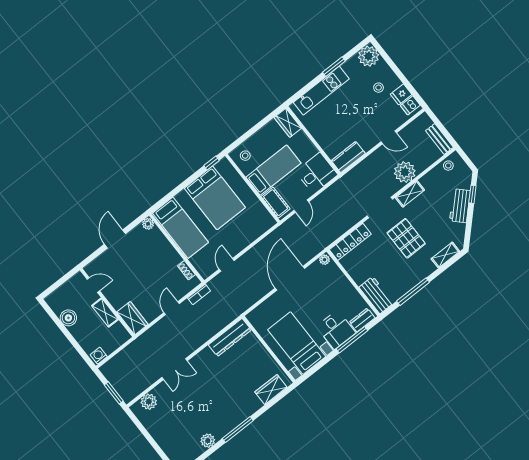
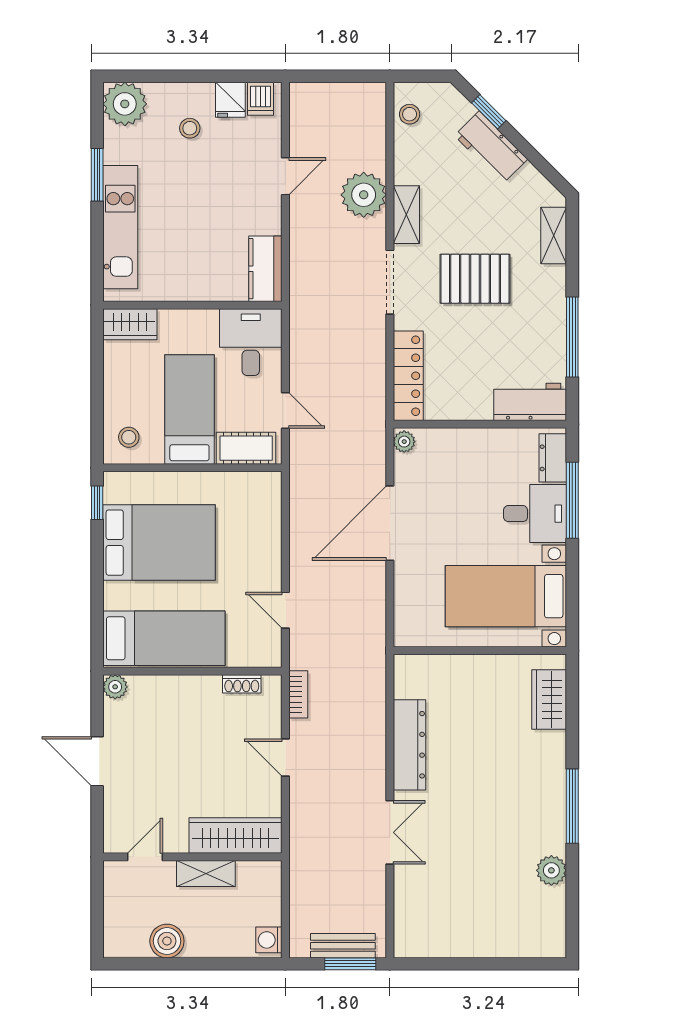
bench: (439, 139) -> (343, 946), moved
door: (290, 278) -> (390, 523), hinge flipped
wardrobe: (132, 318) -> (235, 836), width x1.50
dresser: (230, 337) -> (409, 745), moved
plant: (149, 402) -> (410, 917), removed

